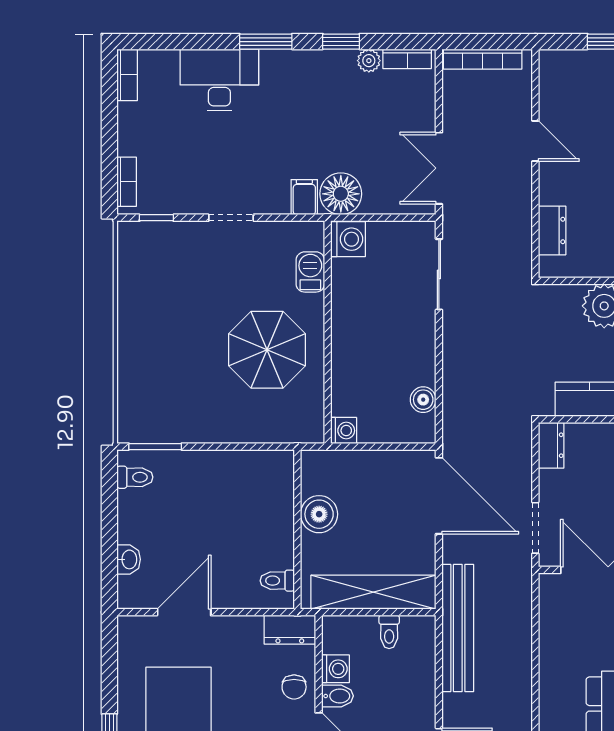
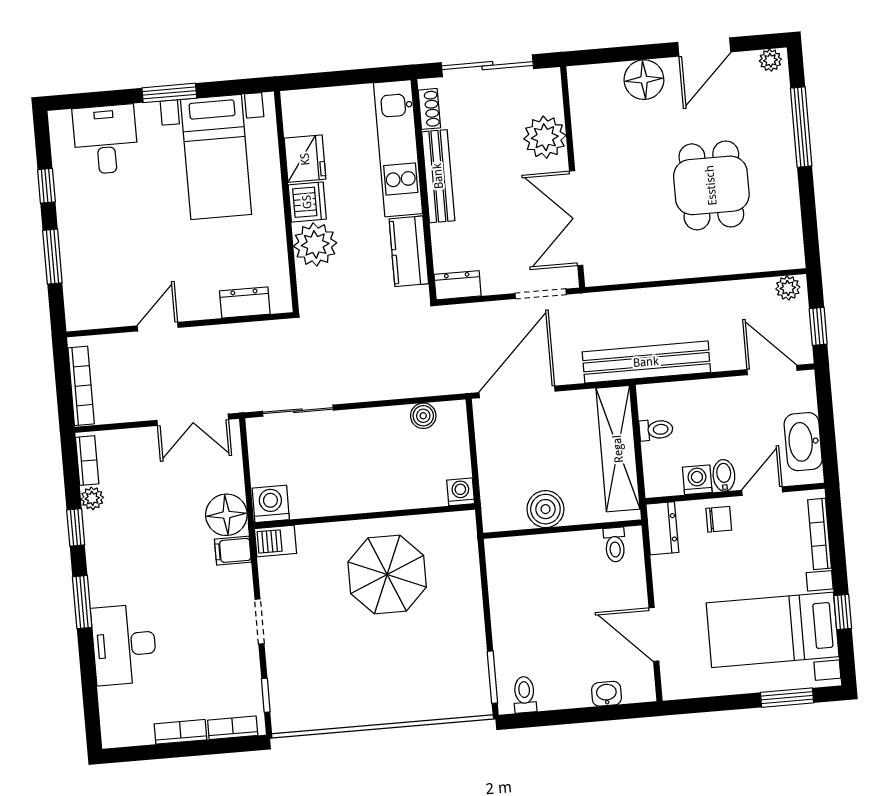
bookcase: (127, 75) -> (180, 732), moved
barbecue: (310, 272) -> (276, 541), moved

